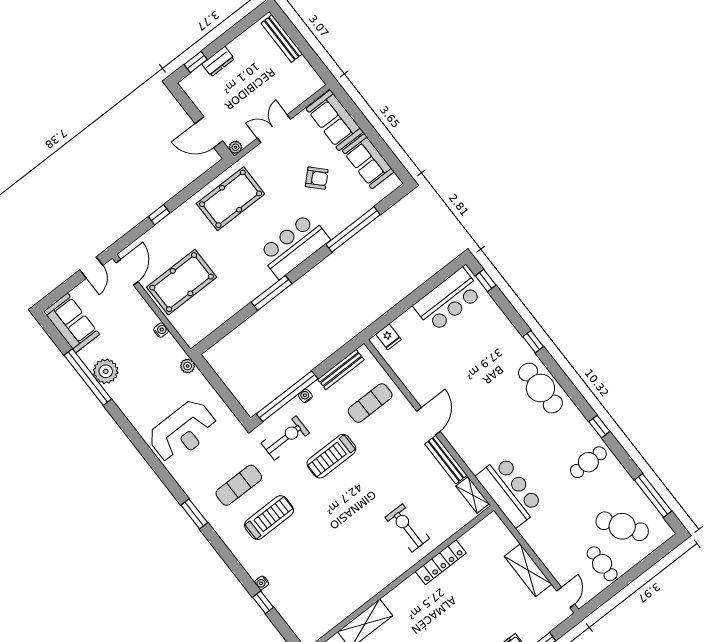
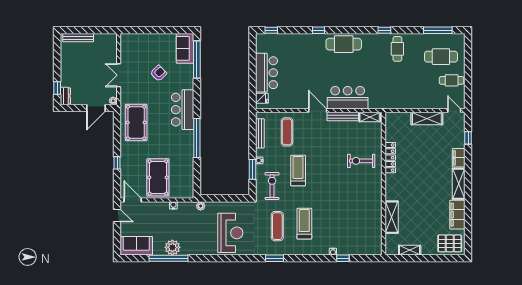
dresser: (218, 61) -> (65, 96), moved
sofa: (335, 120) -> (137, 43), removed
sofa: (368, 161) -> (185, 48), moved, turned 90
window: (353, 229) -> (197, 60), moved
window: (272, 293) -> (197, 138), width x1.46
bar counter: (448, 300) -> (267, 73), moved
window: (287, 396) -> (253, 169), width x0.47
treadmill: (331, 456) -> (298, 170), turned 180
bar counter: (510, 491) -> (348, 98), moved
cafe table: (622, 526) -> (441, 57), turned 35

